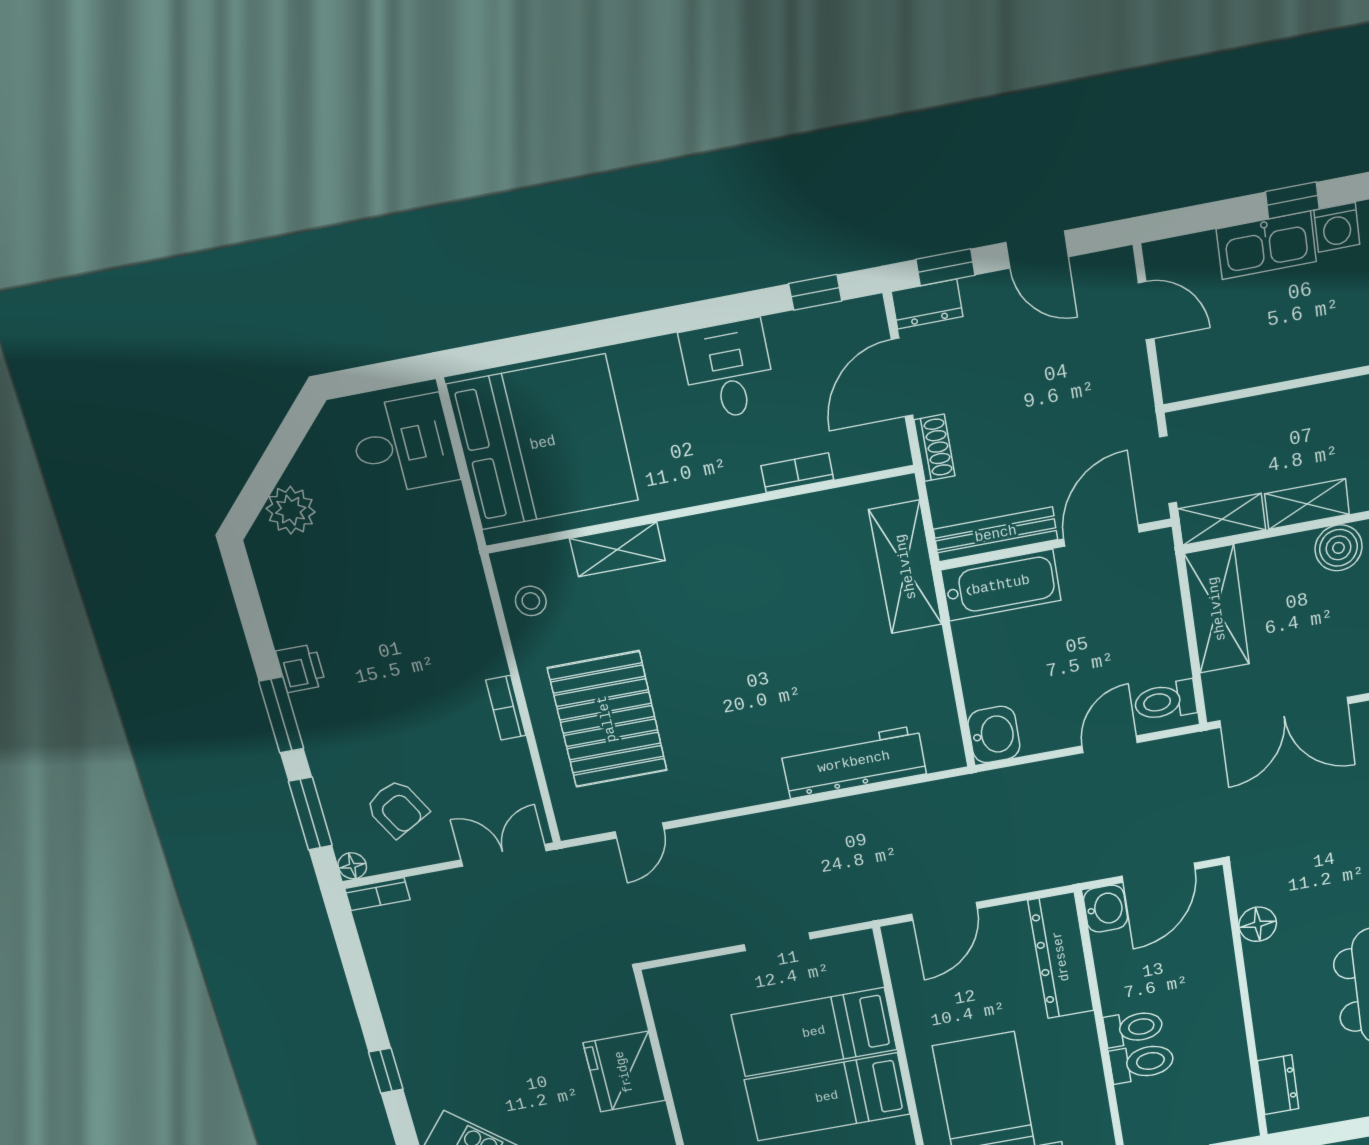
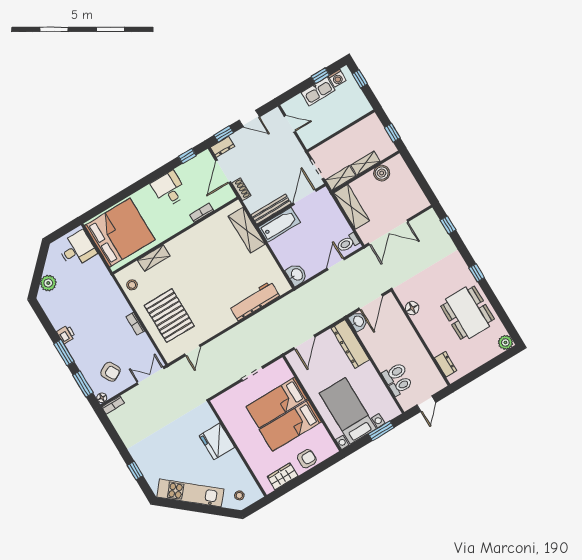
toilet: (1133, 1028) -> (401, 386), moved

